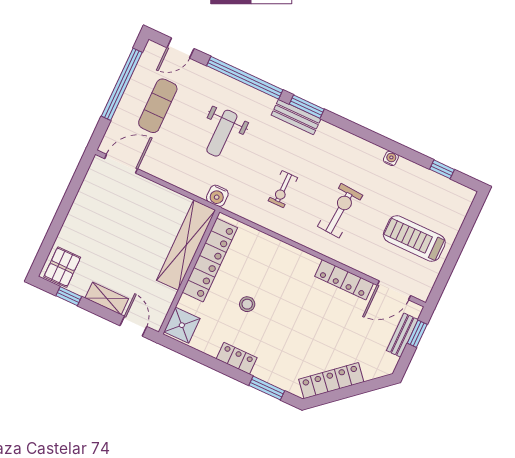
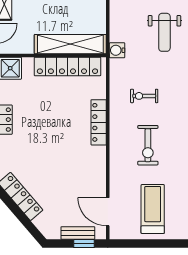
weight bench: (222, 133) -> (164, 32), turned -90
exercise bike: (340, 211) -> (148, 145), turned 86
locker: (344, 280) -> (99, 122), moved
stool: (247, 304) -> (48, 109), removed

